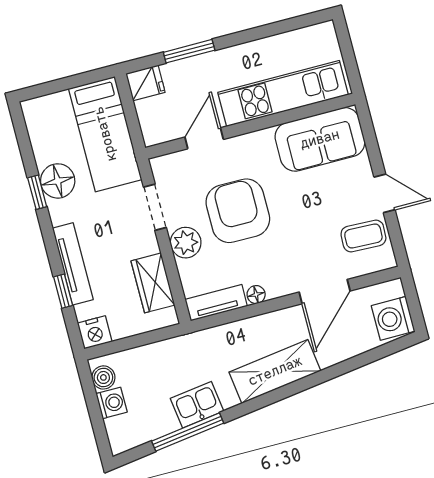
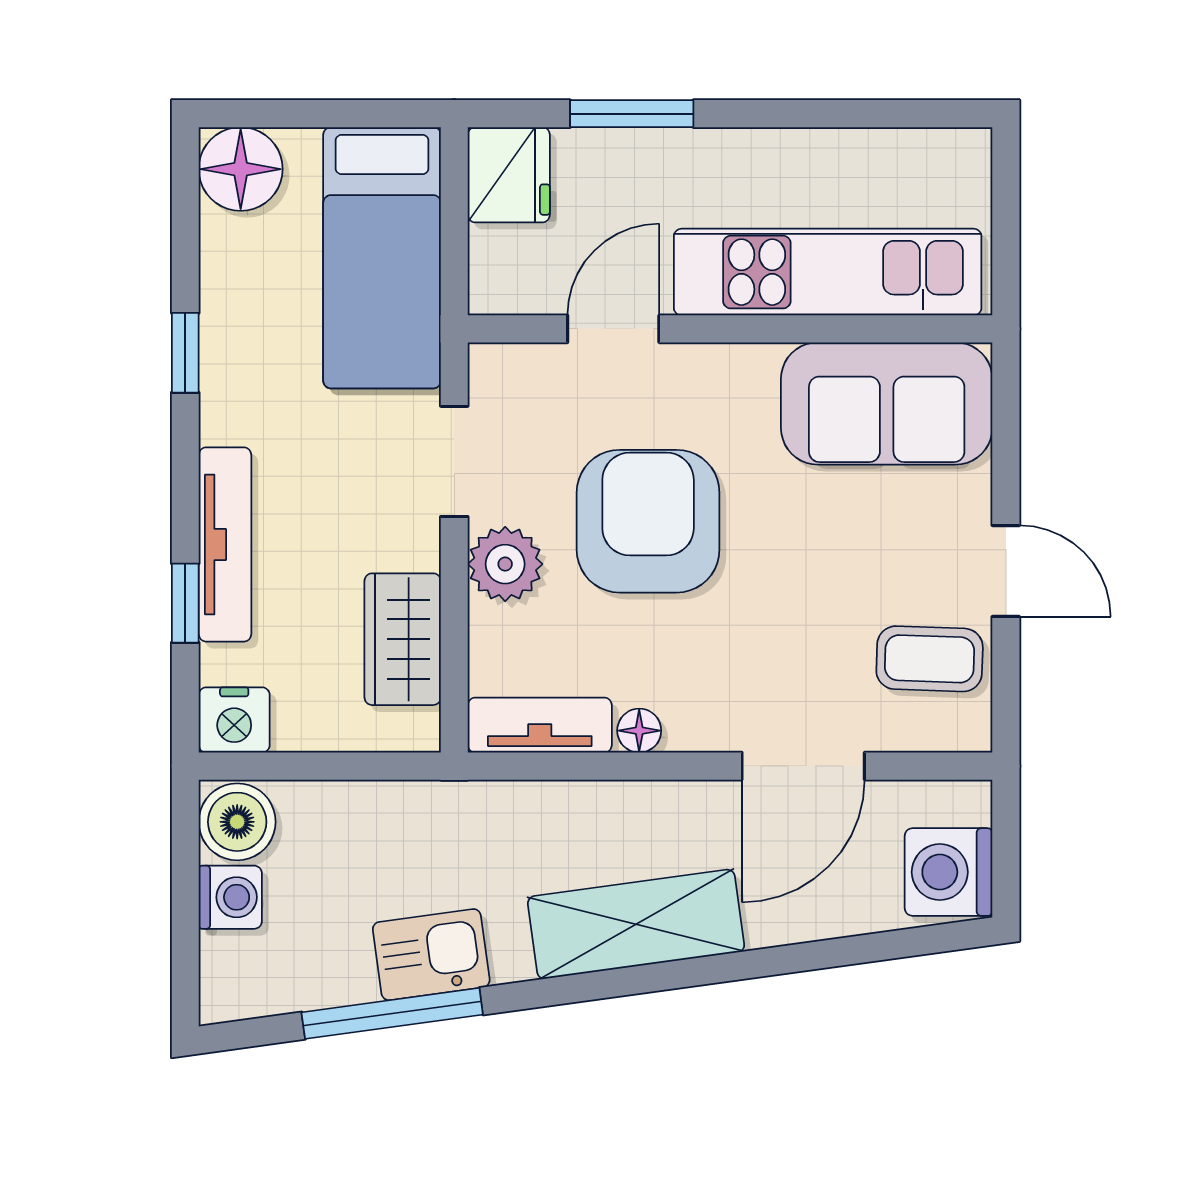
fridge: (145, 83) -> (509, 175), width x1.38
floor lamp: (58, 181) -> (241, 169), moved
boiler: (103, 377) -> (237, 822), width x1.36, depth x1.36

